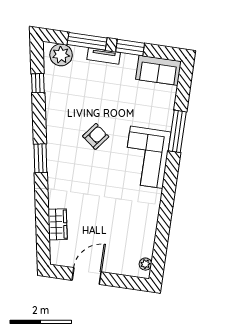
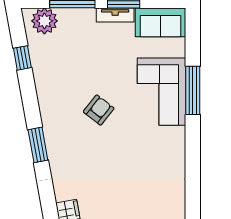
tv unit: (104, 56) -> (115, 15), moved
corner sofa: (147, 157) -> (161, 92), moved

